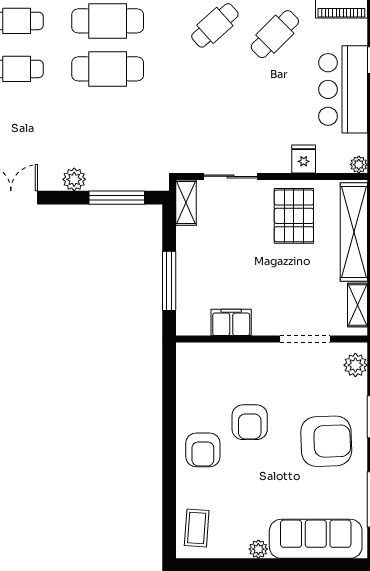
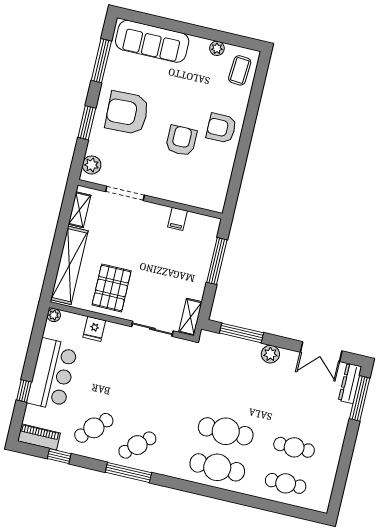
filing cabinet: (231, 322) -> (178, 219), width x0.50
armchair: (203, 450) -> (221, 128), turned -90
plant: (258, 549) -> (217, 48), moved

